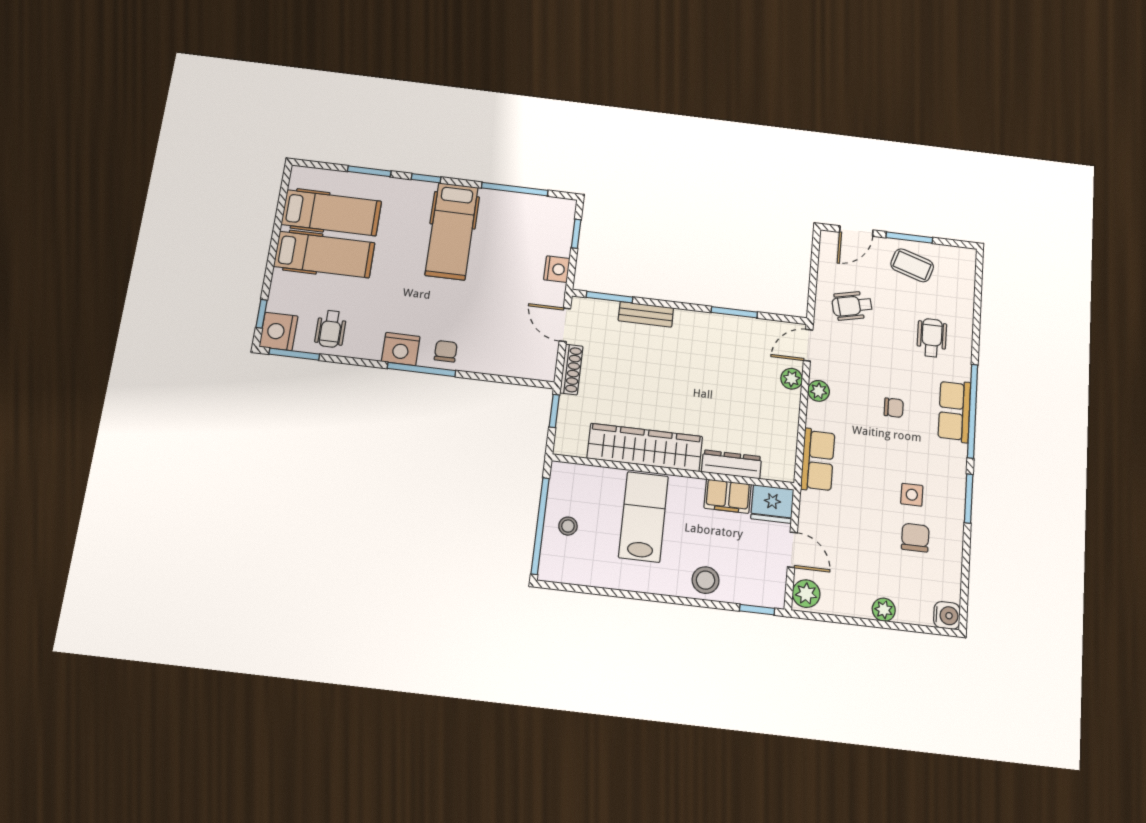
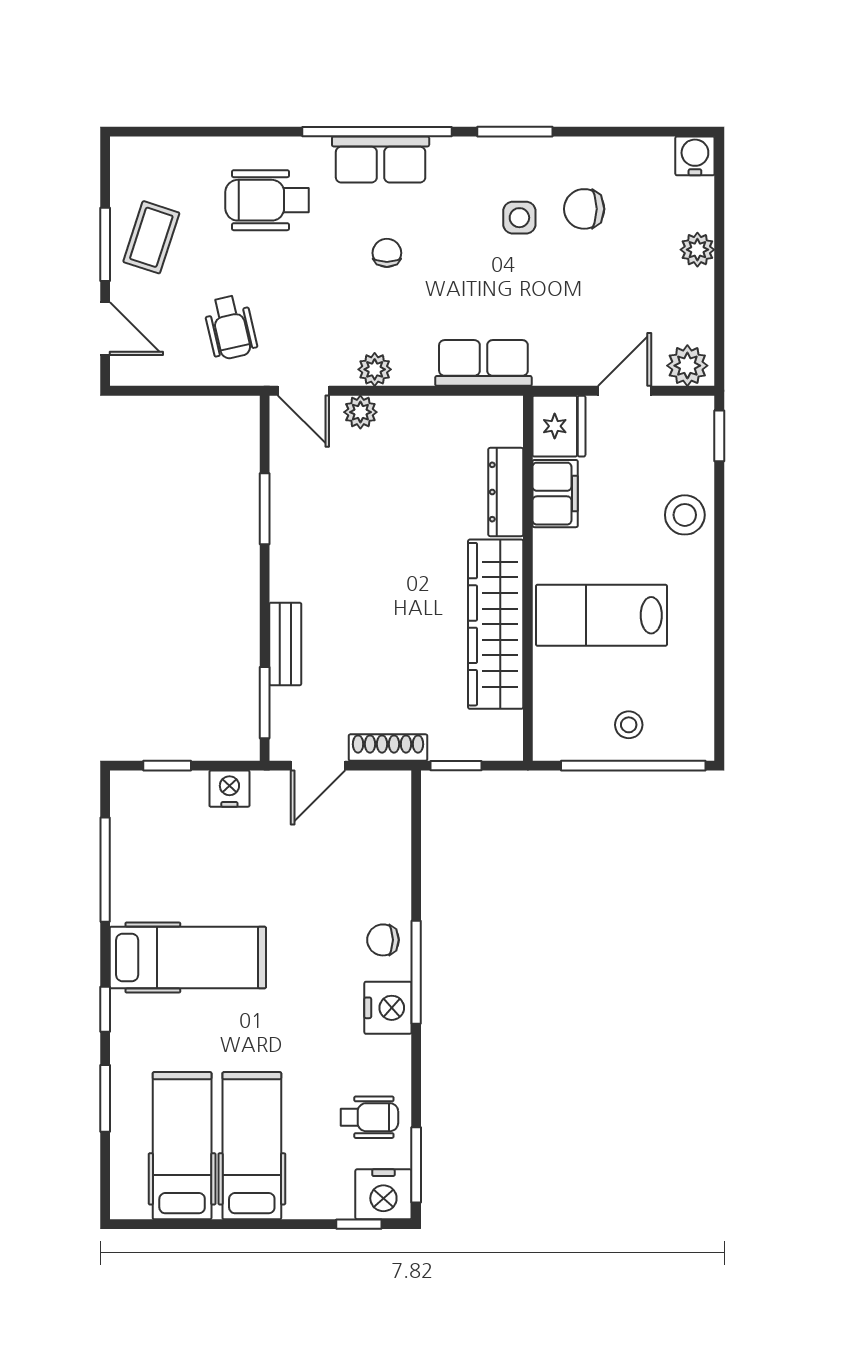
wheelchair: (932, 338) -> (267, 200), width x1.36, depth x1.37

